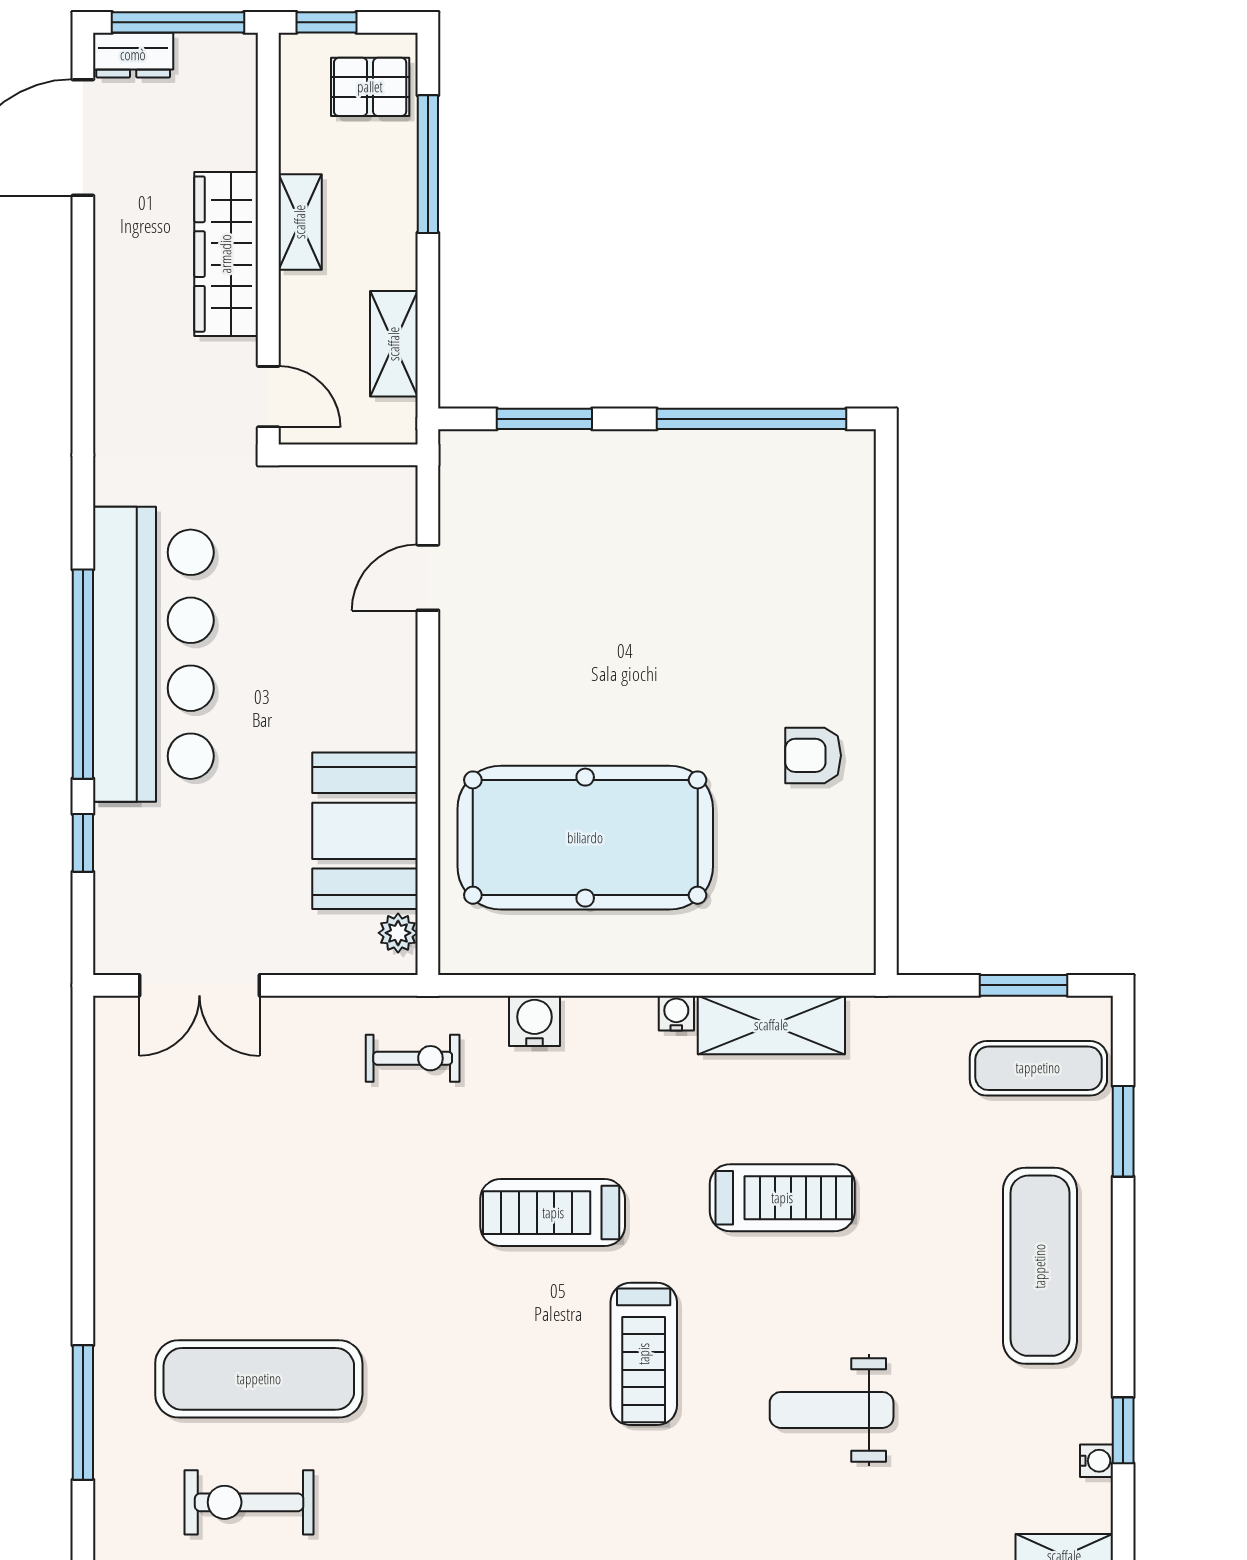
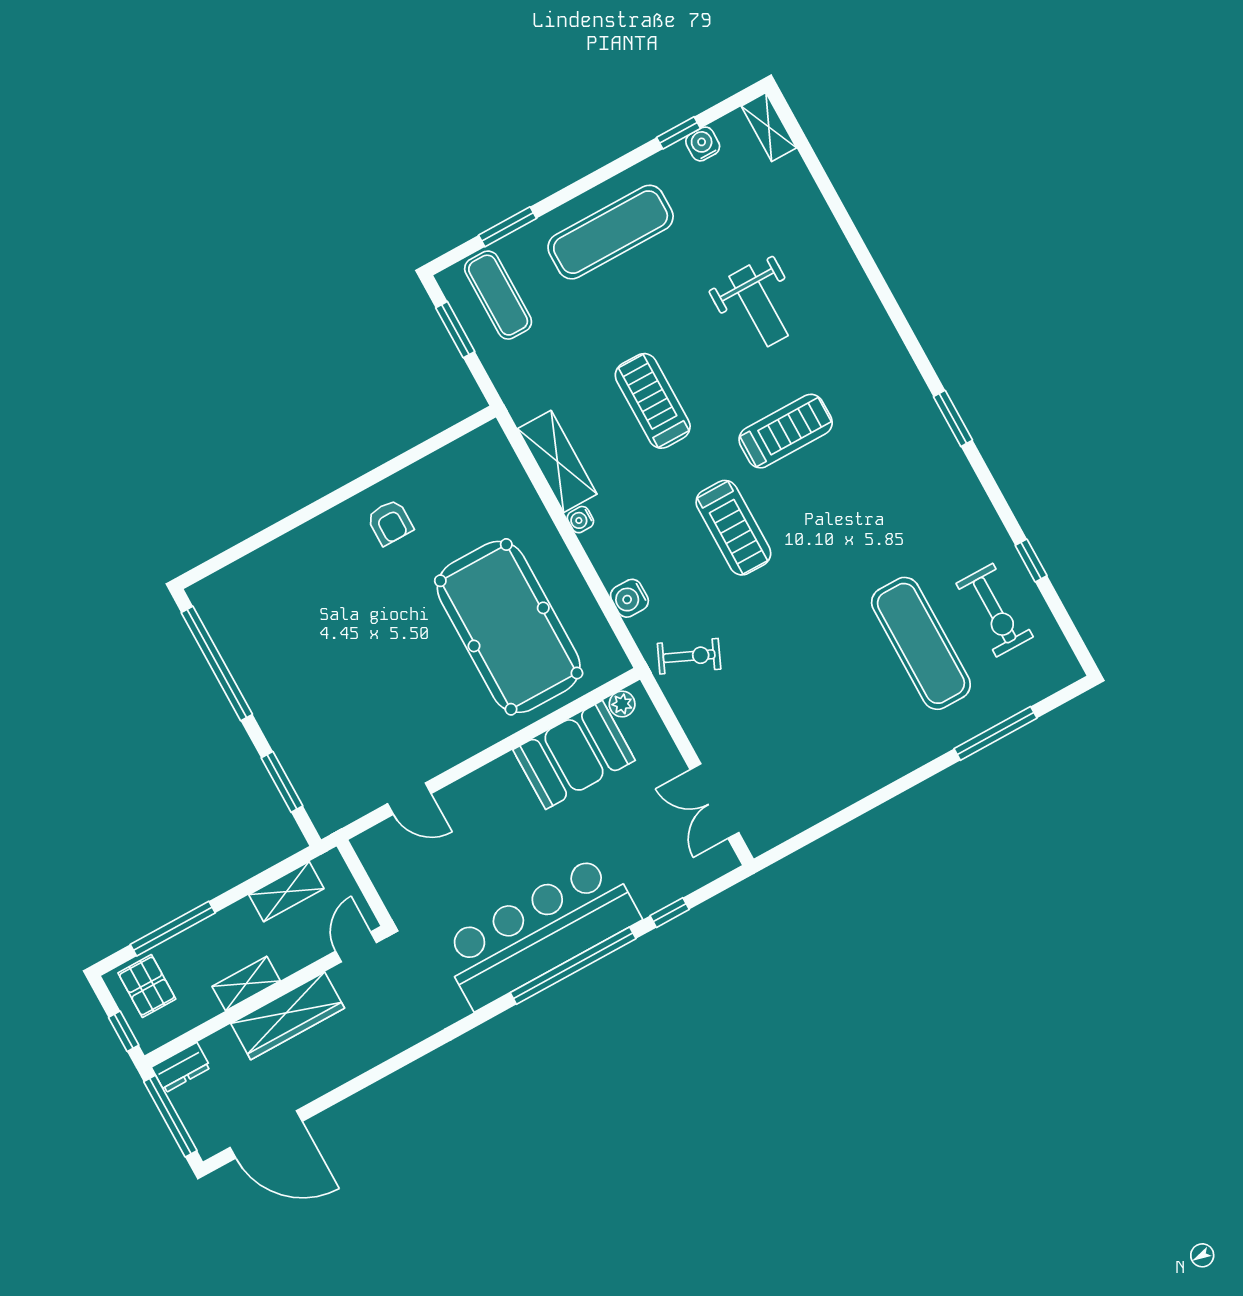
dresser: (133, 55) -> (181, 1067), moved, turned 90
double door: (199, 985) -> (714, 801), swing flipped
exercise bike: (413, 1058) -> (689, 656), turned 114
water cooler: (1096, 1461) -> (703, 144), width x1.38, depth x1.38

